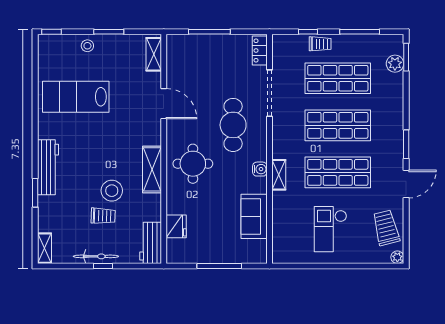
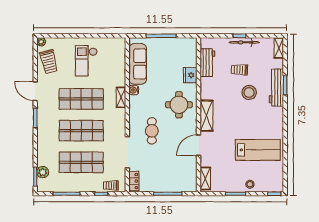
trolley: (320, 44) -> (111, 185), moved
door: (164, 104) -> (199, 145), hinge flipped
cafe table: (233, 125) -> (152, 131), width x0.73, depth x0.74
workbench: (48, 167) -> (277, 88), moved
shelving: (152, 169) -> (206, 116), moved
water cooler: (260, 169) -> (134, 90), moved
door: (406, 184) -> (35, 91), hinge flipped
stool: (112, 191) -> (249, 93), moved
sofa: (254, 216) -> (138, 64), width x1.36
fridge: (176, 226) -> (190, 75), moved
checkout: (330, 229) -> (86, 61), turned 180
workbench: (151, 243) -> (207, 63), moved

